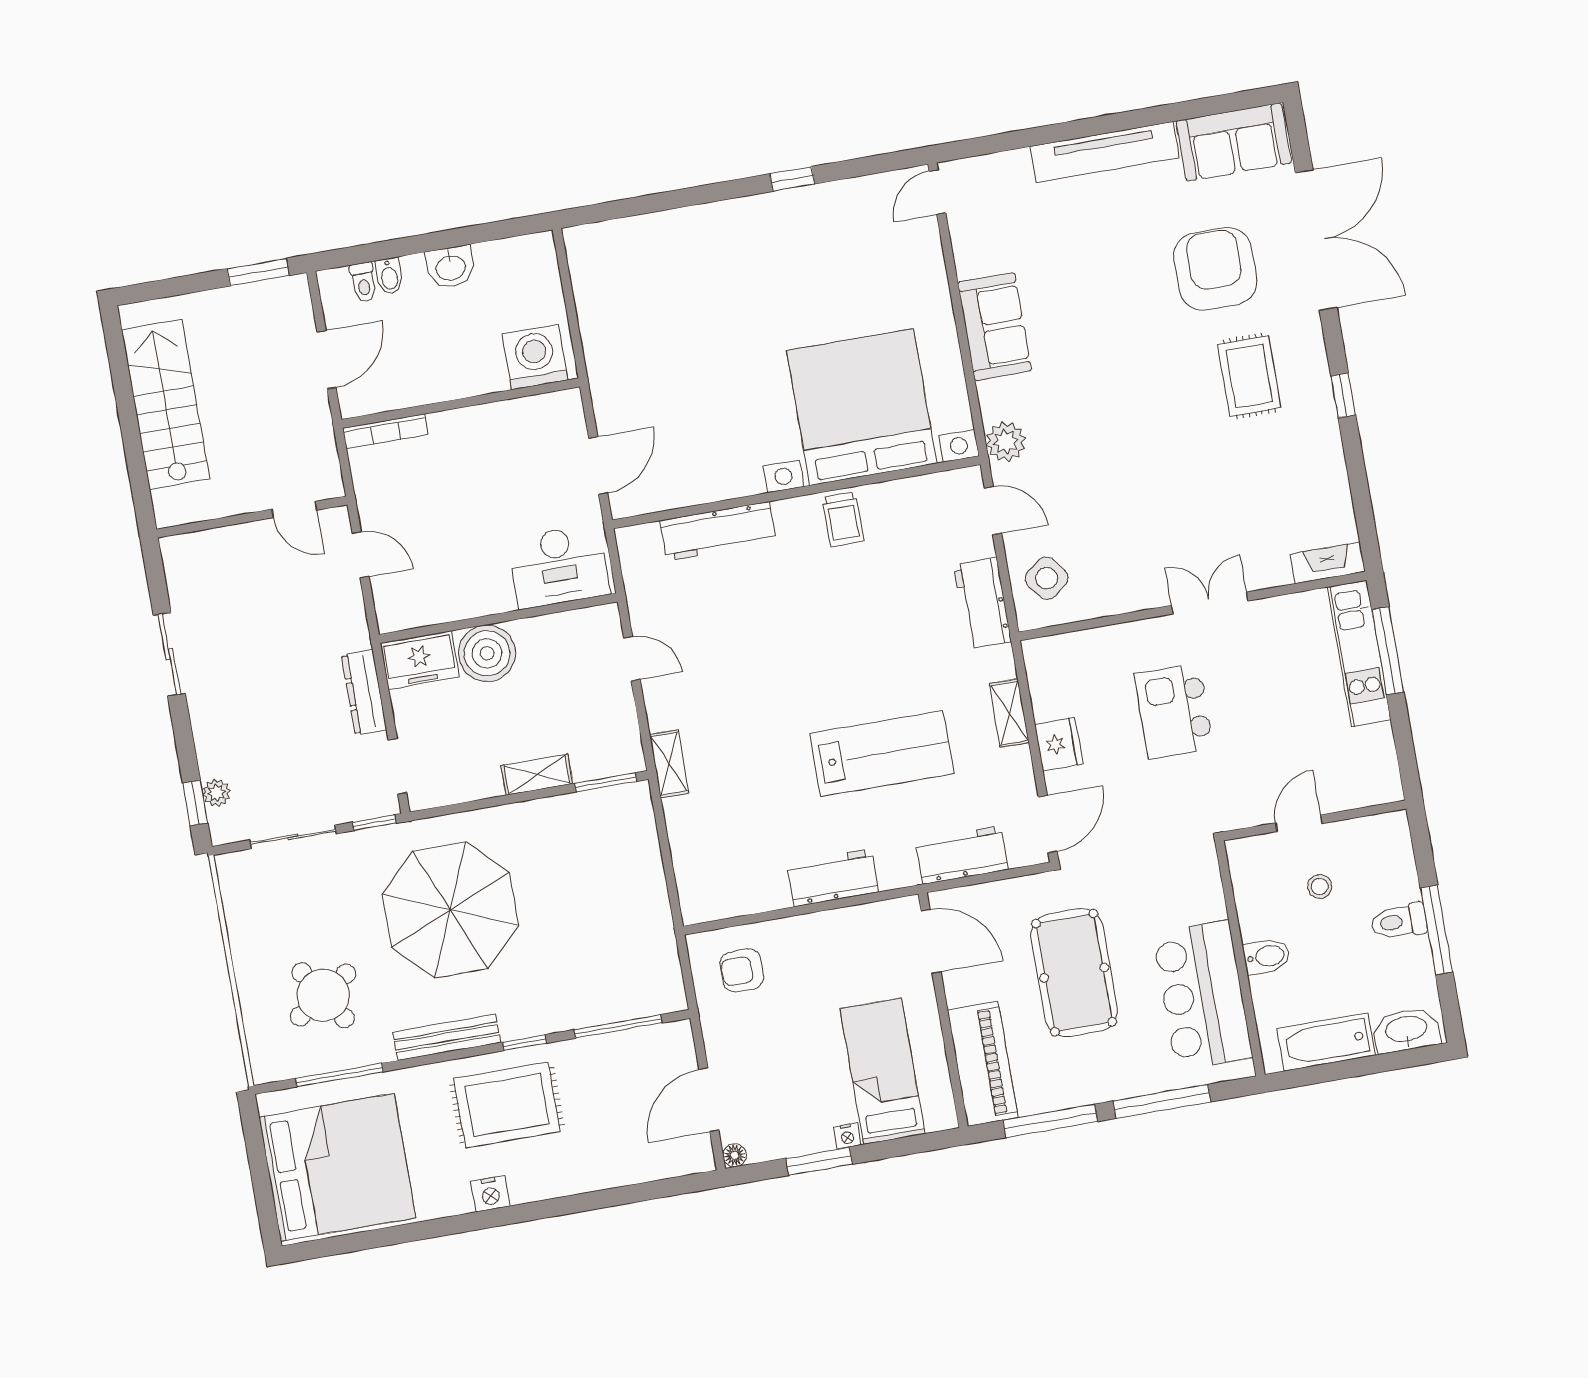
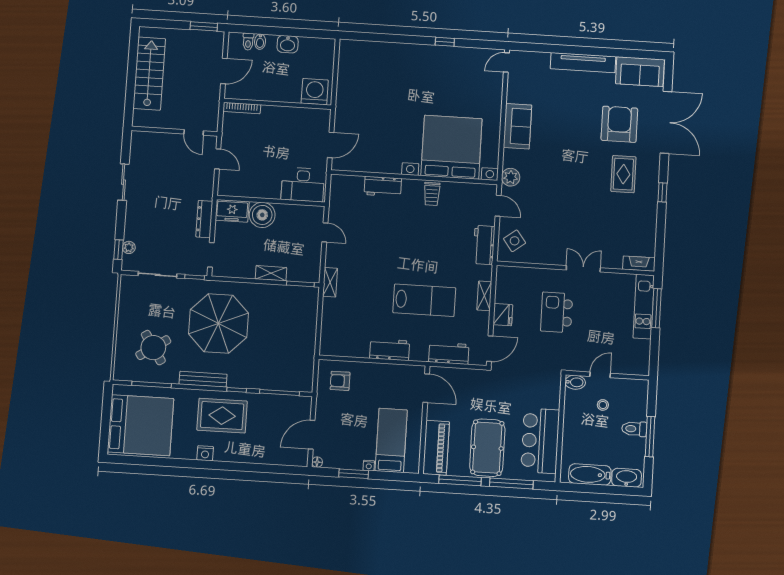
workbench: (718, 531) -> (383, 187), width x0.73
bidet: (1267, 956) -> (575, 382), moved
pool table: (1074, 973) -> (487, 448), moved

